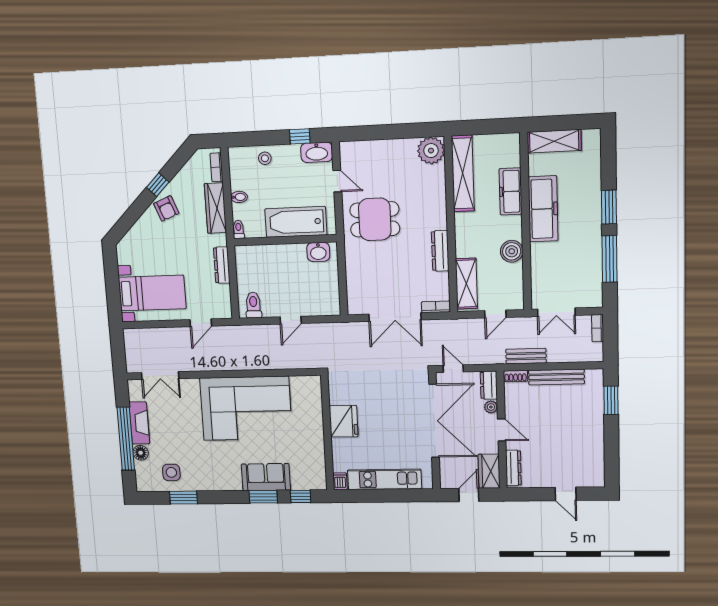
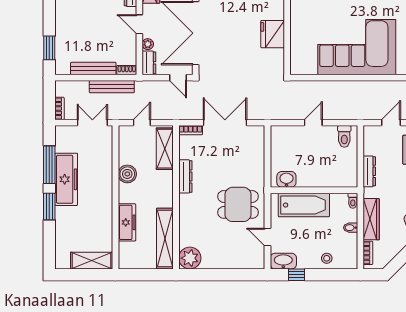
freezer: (543, 209) -> (66, 179), moved, turned 180
bench: (526, 356) -> (112, 87), width x1.36

